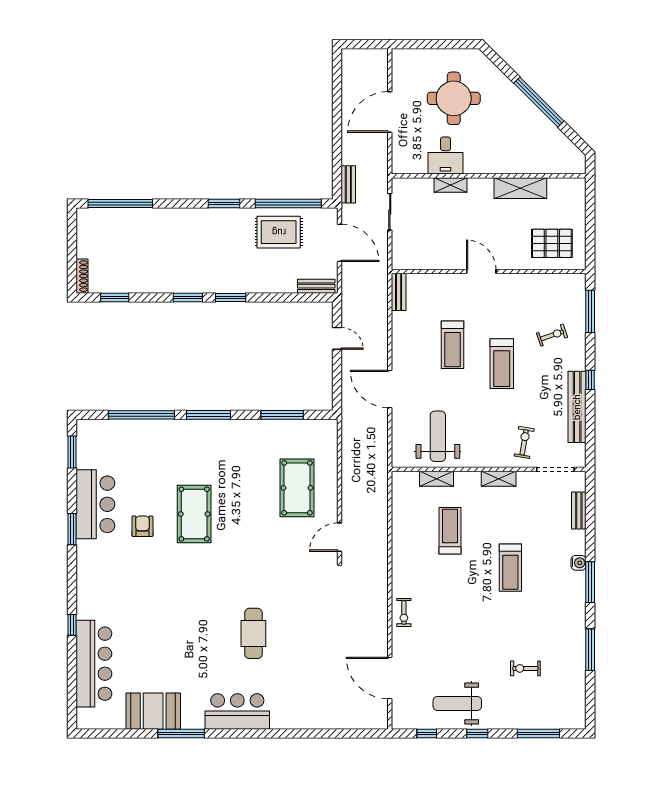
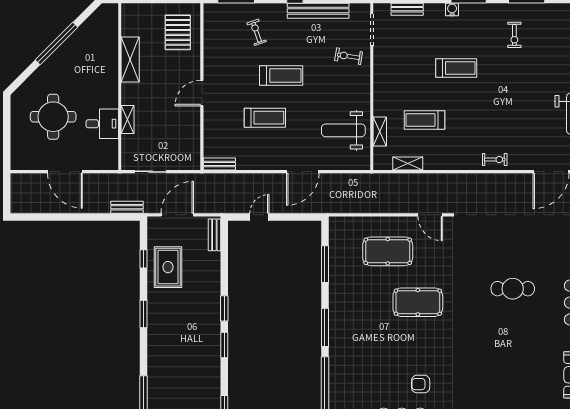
window: (288, 204) -> (143, 259), width x0.32
shelving: (499, 479) -> (408, 164), moved, turned 90
pool table: (194, 514) -> (418, 302), moved
exercise bike: (525, 668) -> (514, 35), moved

